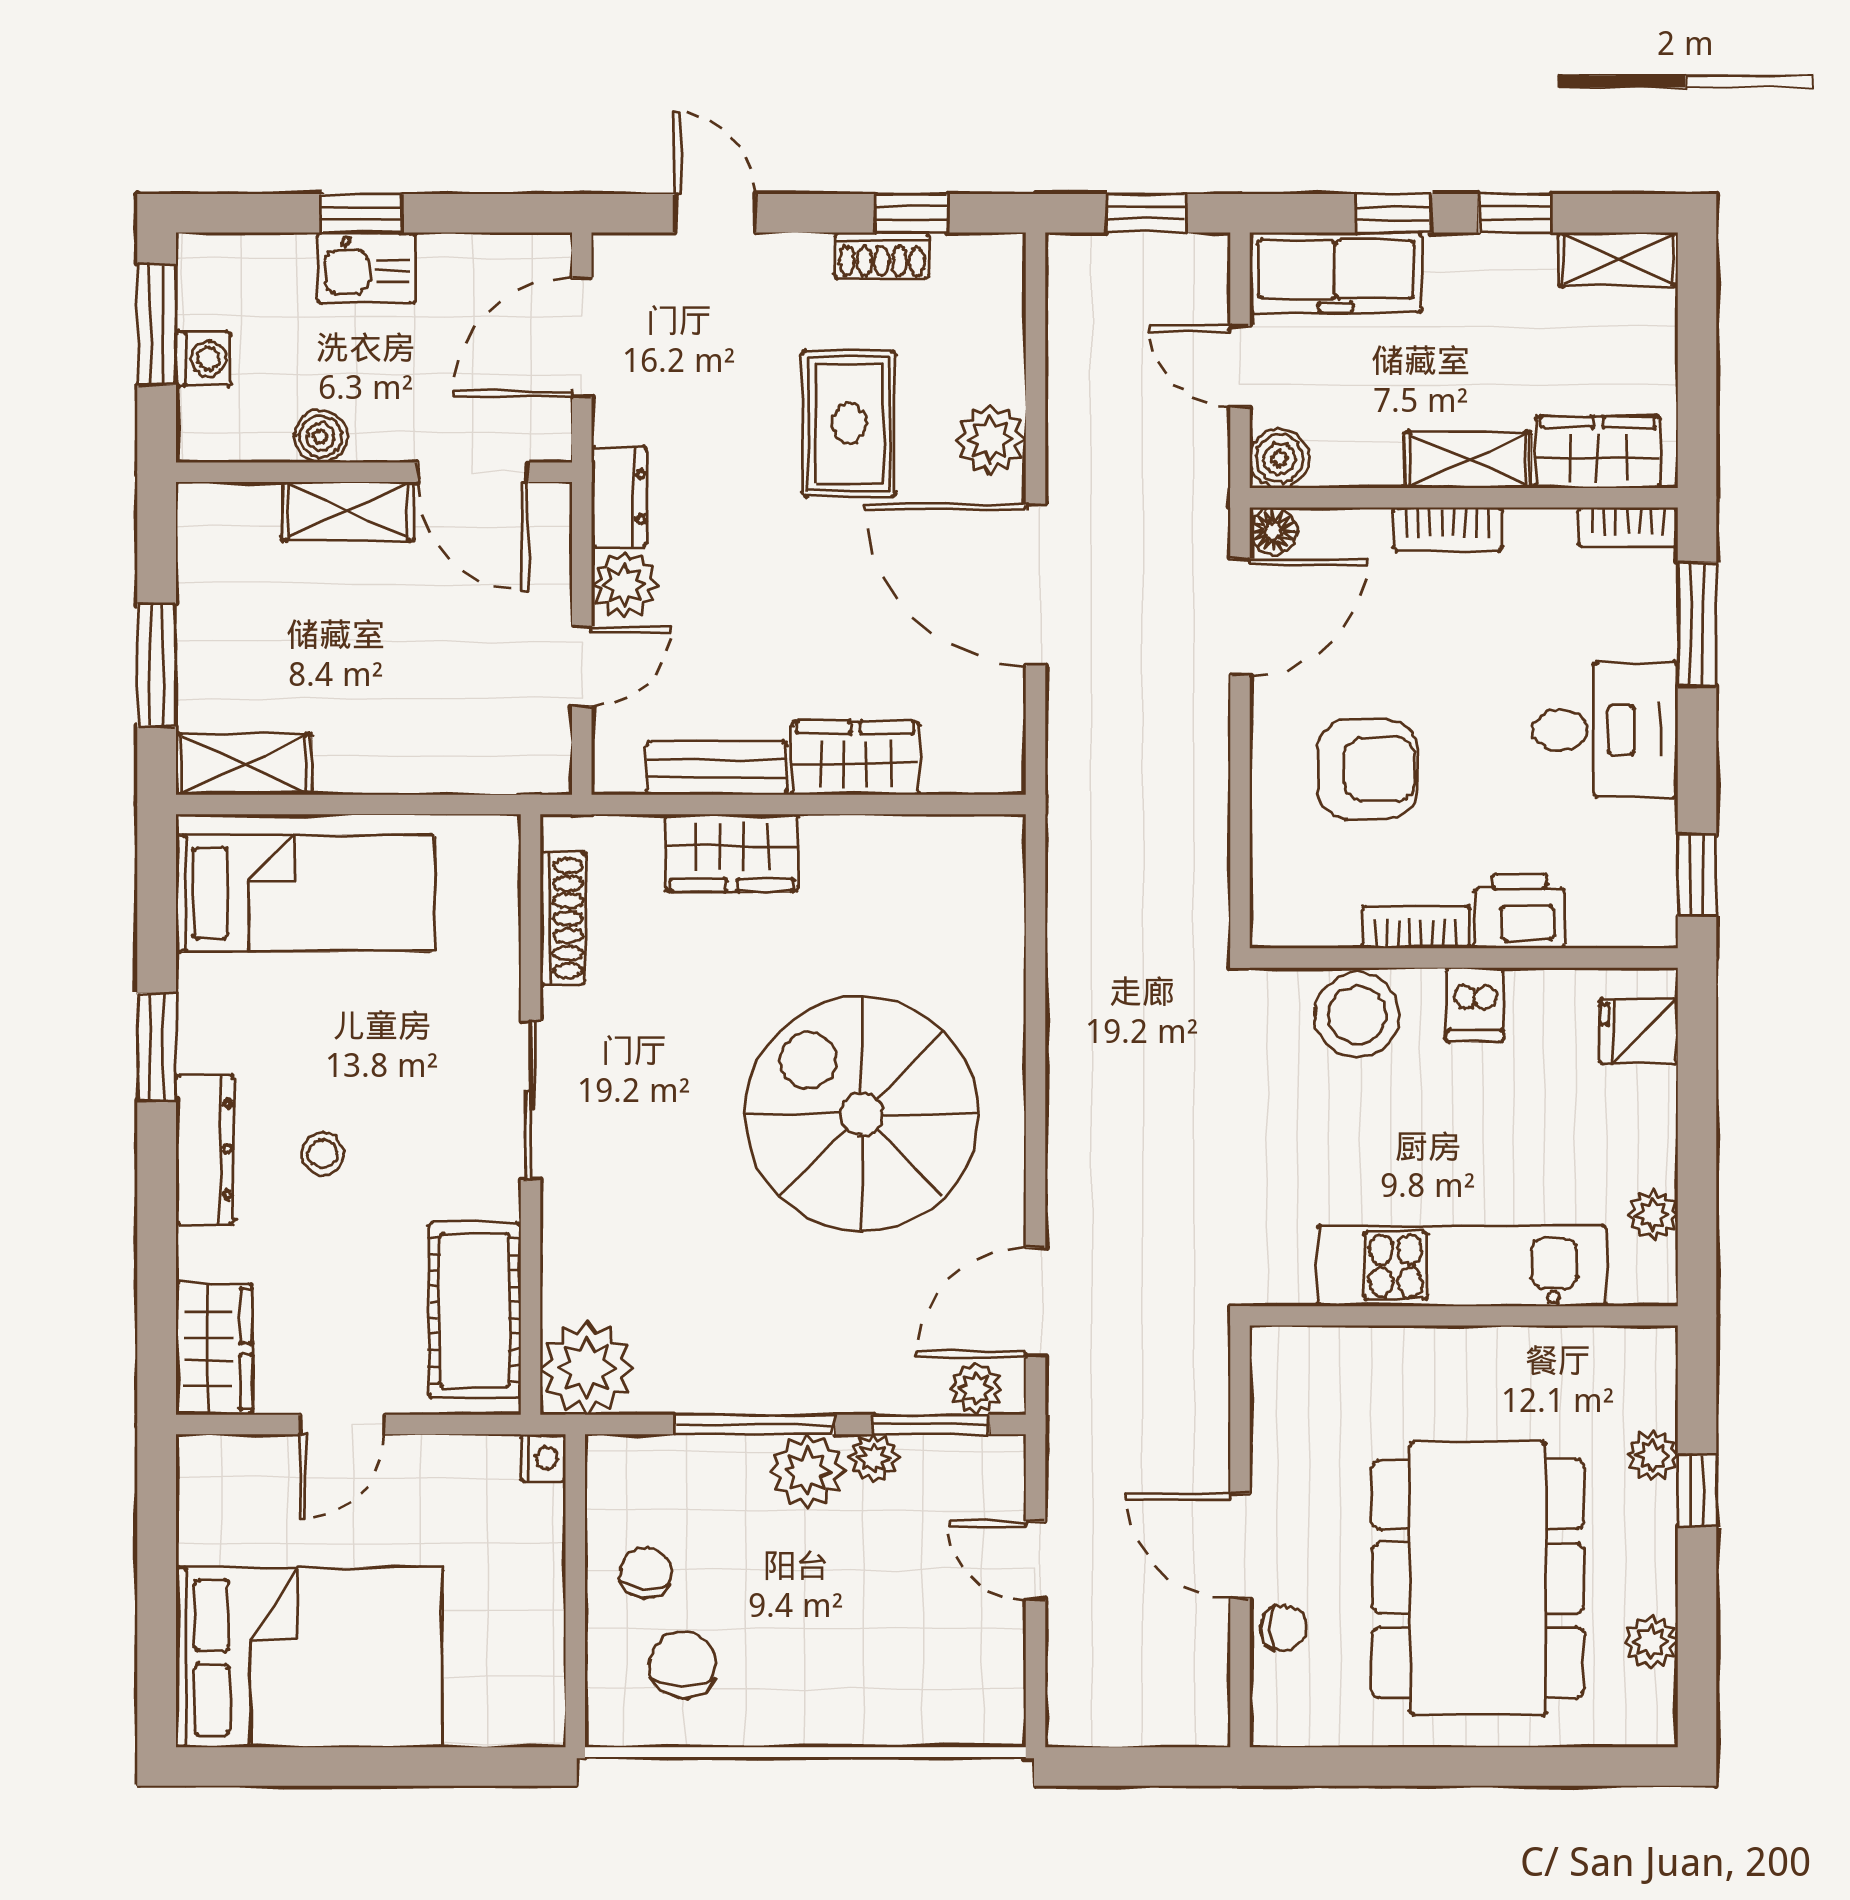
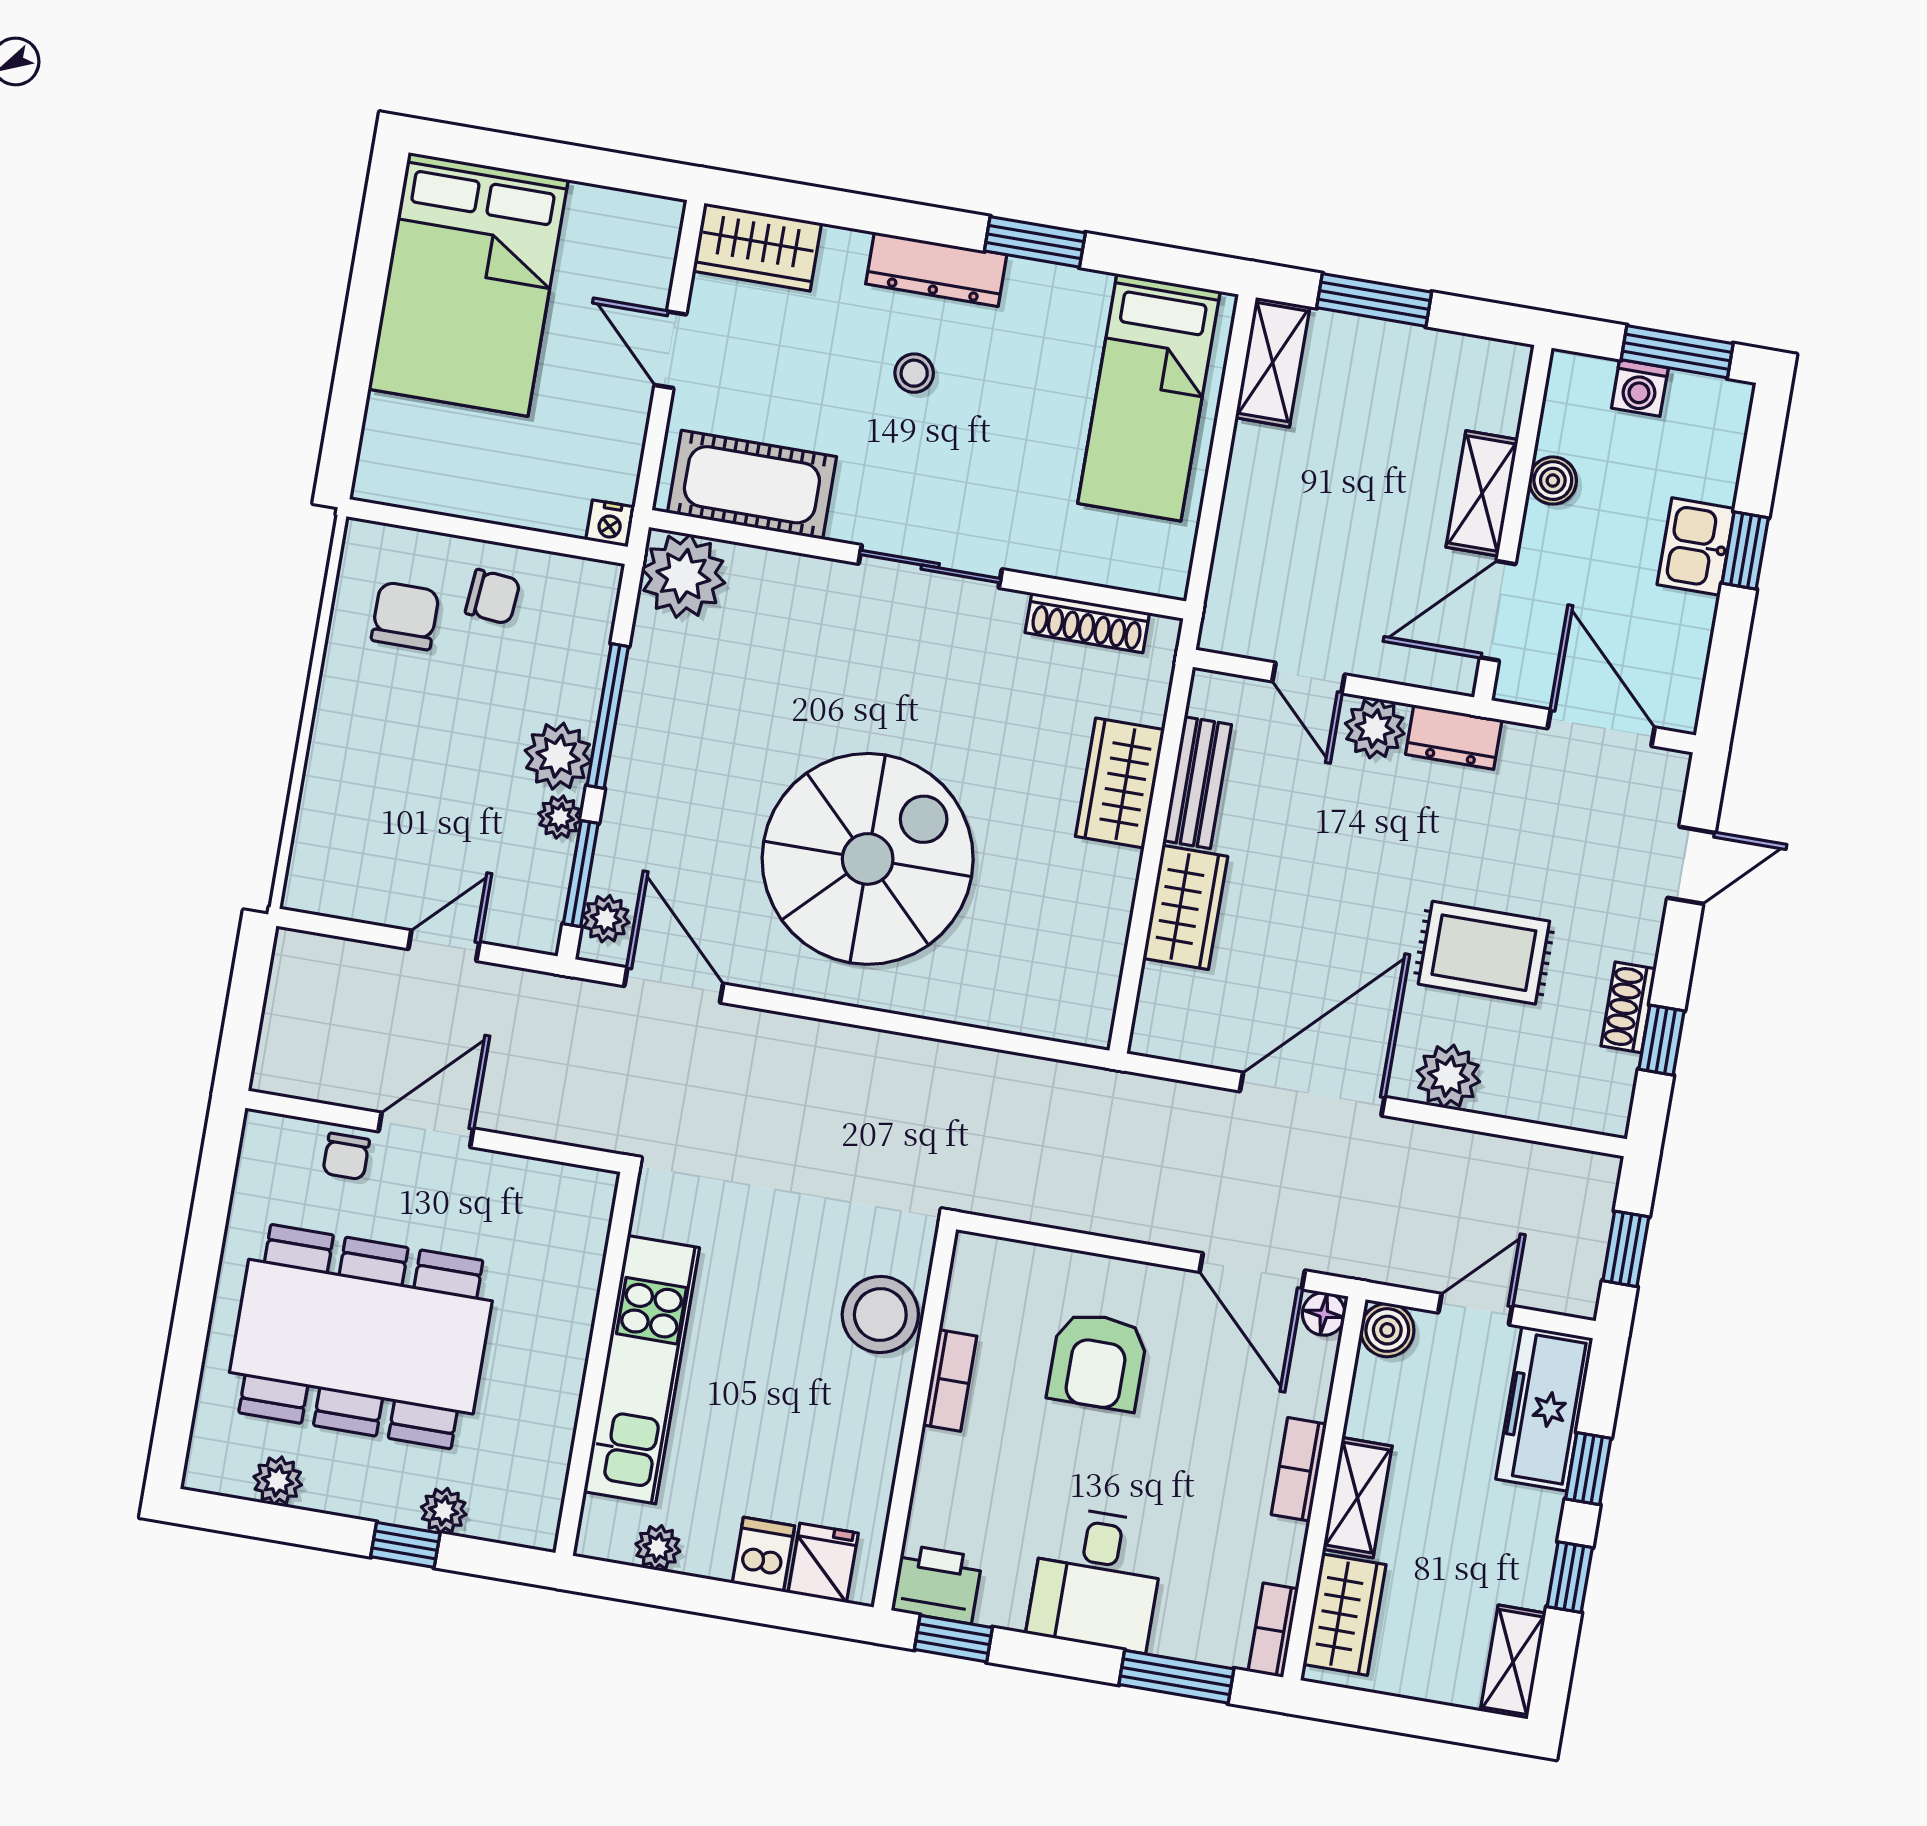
printer: (1520, 911) -> (937, 1584), moved, turned -90
dishwasher: (1475, 1005) -> (763, 1555), moved, turned 90
chair: (682, 1664) -> (405, 616), turned -90

